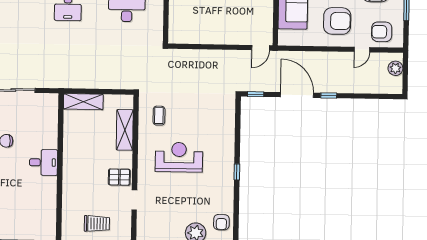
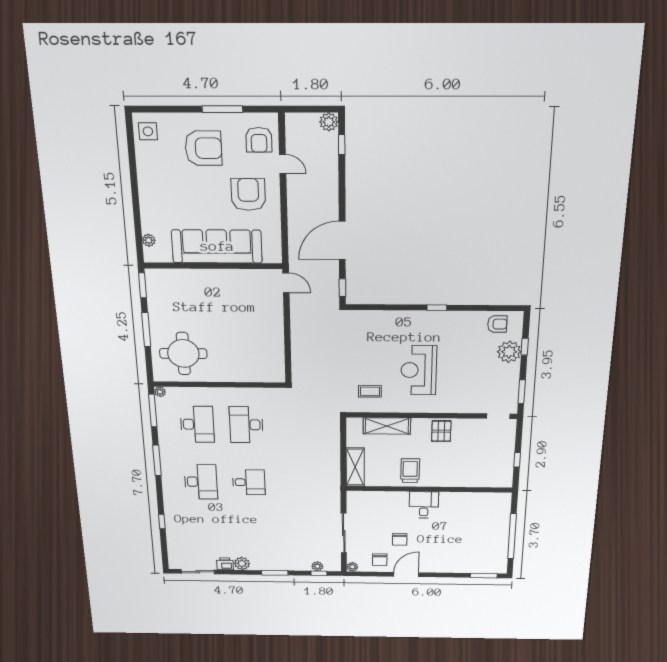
plant: (395, 68) -> (329, 122), moved
window: (329, 95) -> (342, 145), moved
doorway: (134, 200) -> (498, 416), moved
trolley: (97, 224) -> (410, 471), moved

